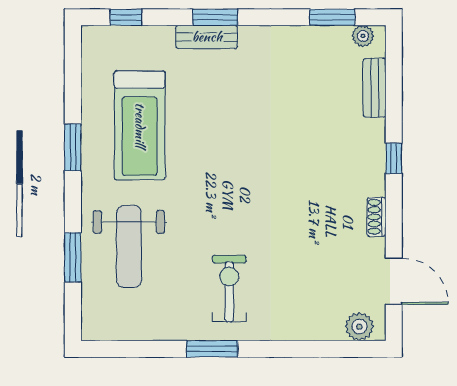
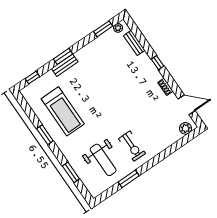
weight bench: (129, 247) -> (103, 160), moved
exercise bike: (229, 288) -> (132, 146), turned 180
window: (212, 349) -> (129, 179), moved

